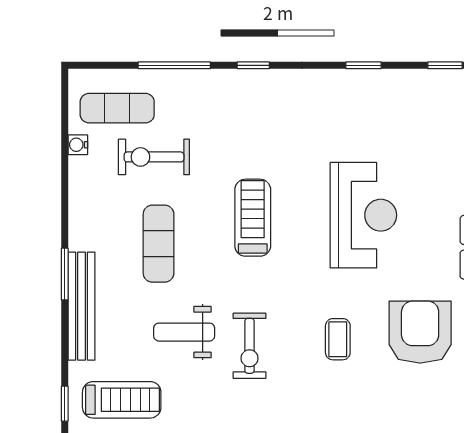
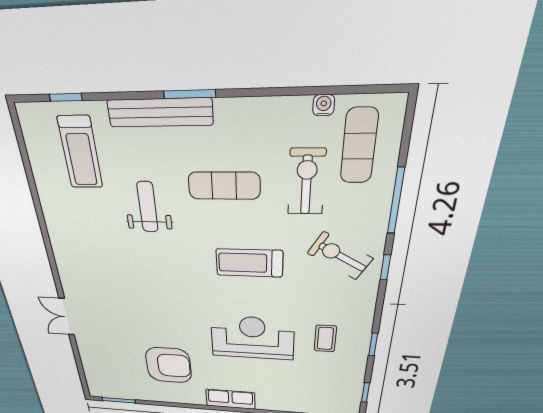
reception desk: (363, 215) -> (252, 338), turned 180
treadmill: (253, 218) -> (249, 263), turned 180
coffee table: (338, 339) -> (325, 339), moved, turned 90
exercise bike: (250, 346) -> (340, 256), moved, turned 30

